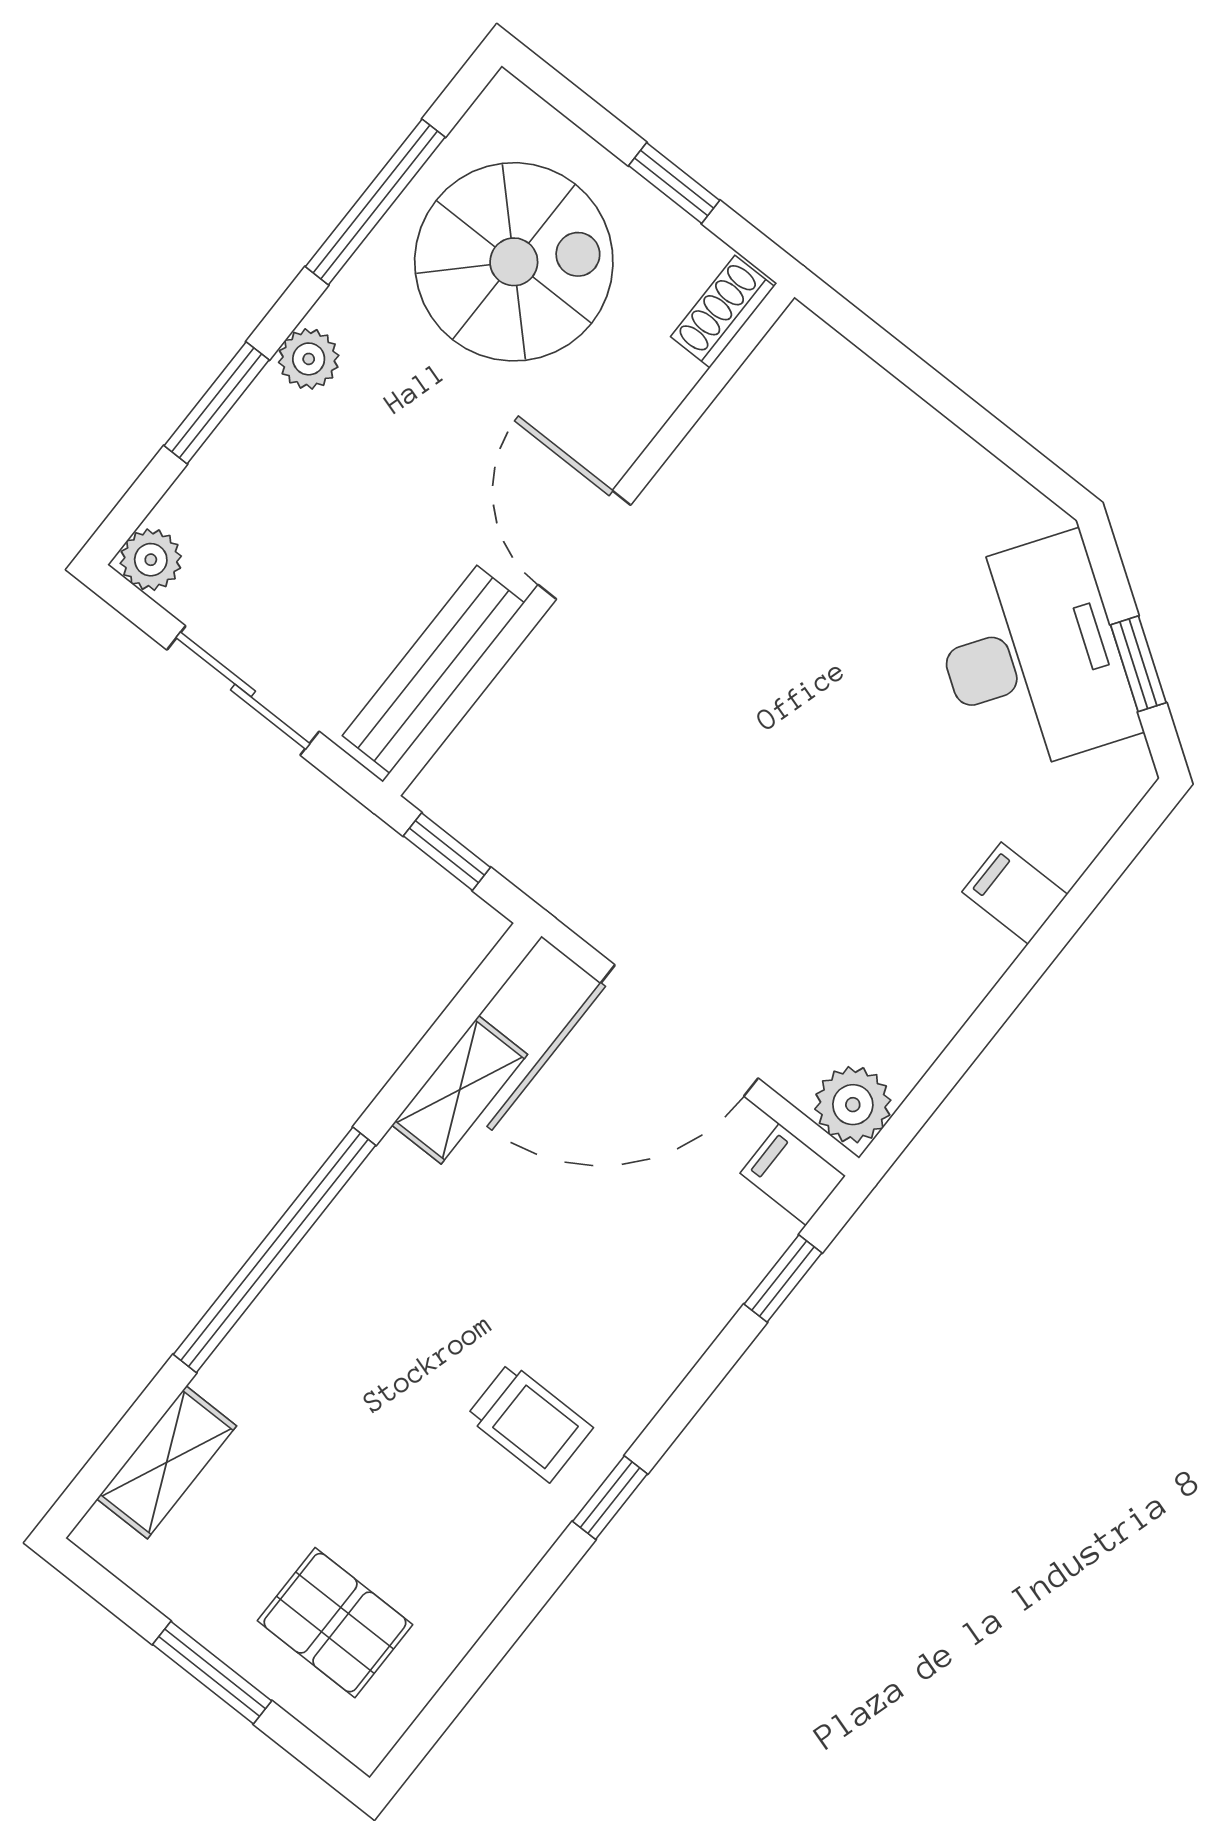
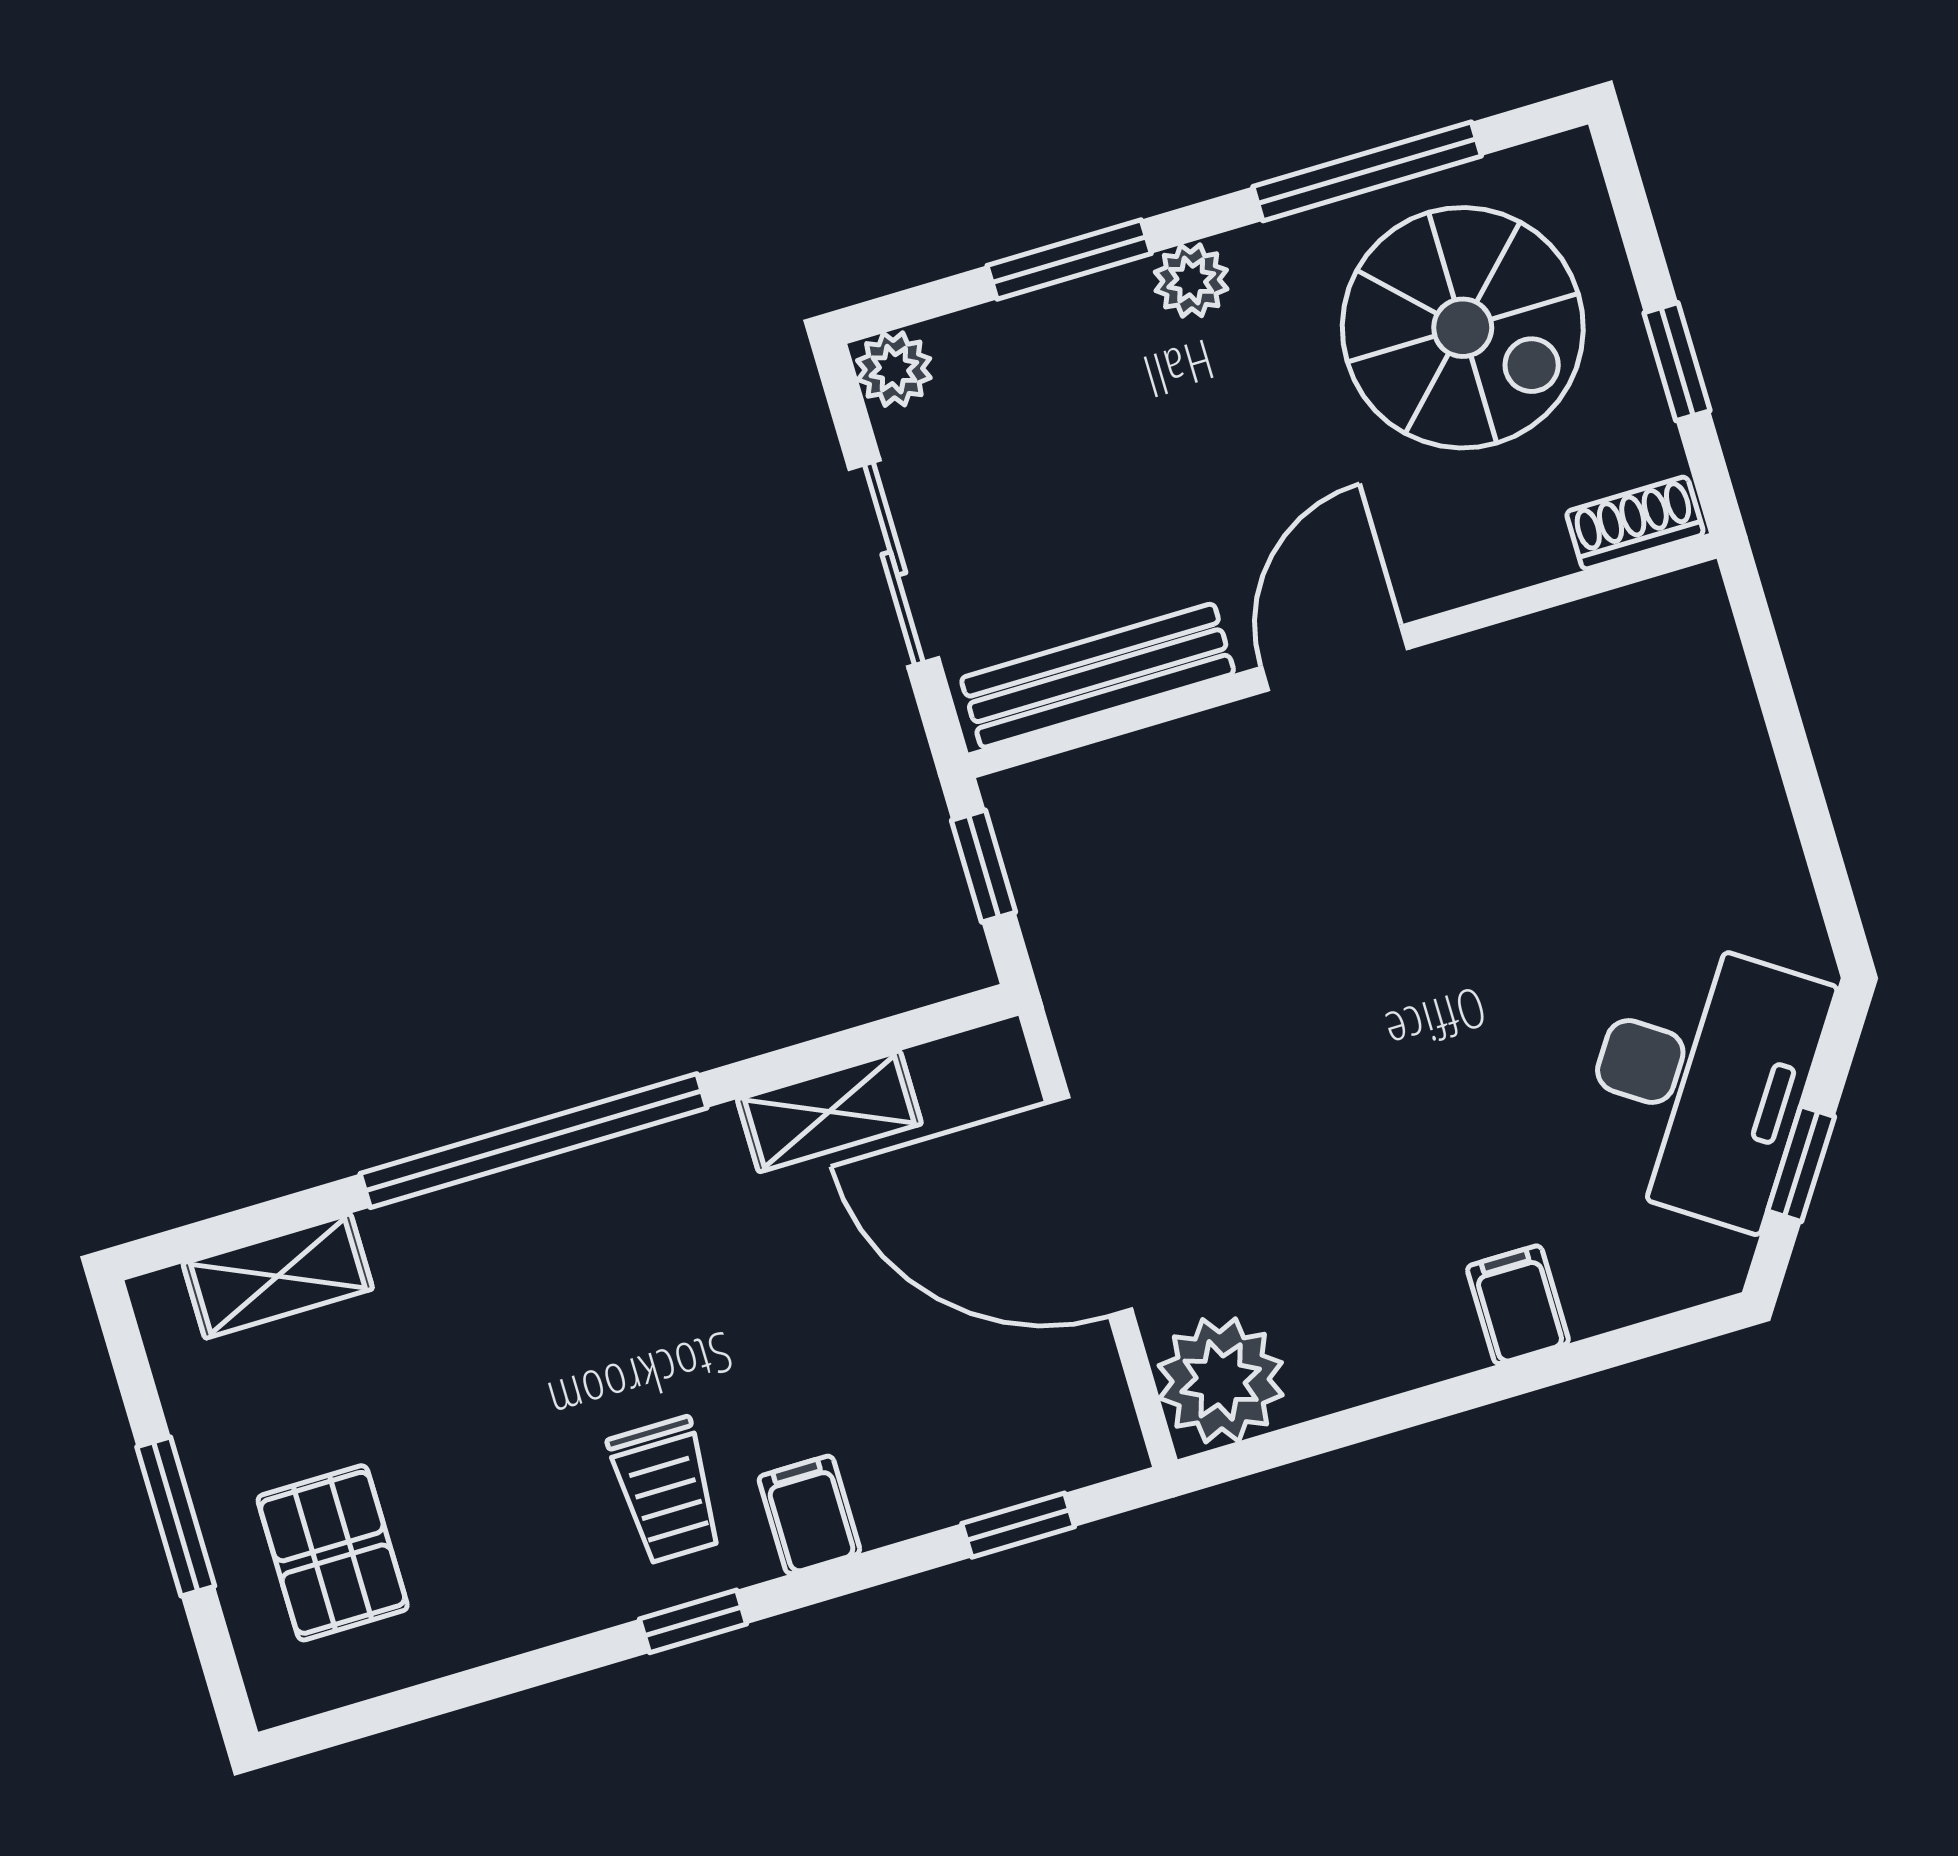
plant: (853, 1105) -> (1221, 1380), width x1.36, depth x1.36
filing cabinet: (793, 1174) -> (809, 1515), moved

